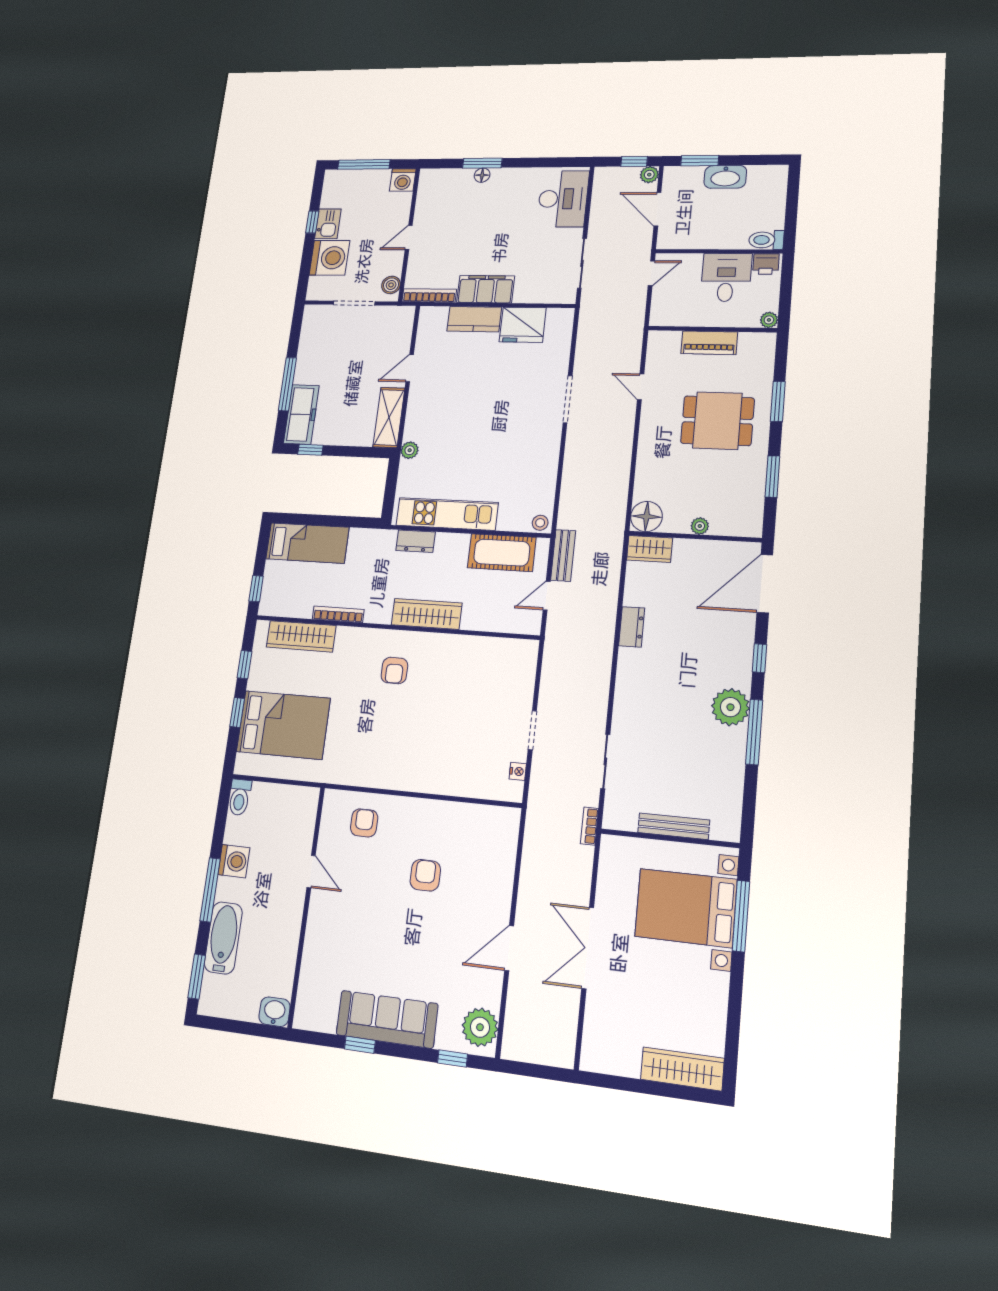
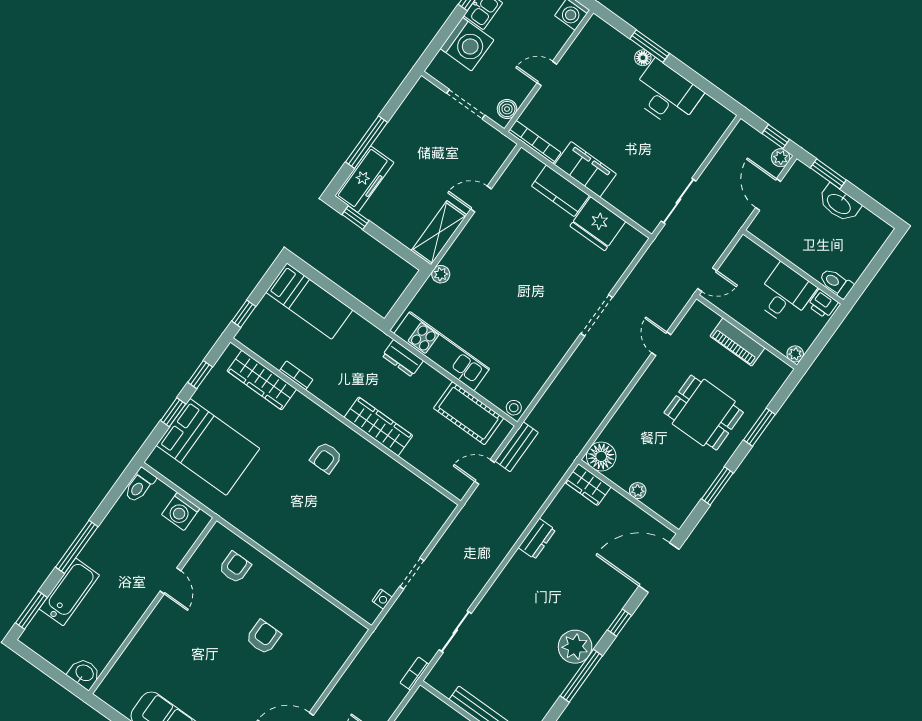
desk: (563, 199) -> (666, 94), moved, turned -90
door: (651, 273) -> (707, 280), moved
bookcase: (338, 614) -> (296, 375), width x0.64
washing machine: (234, 861) -> (181, 511), moved, turned 90

